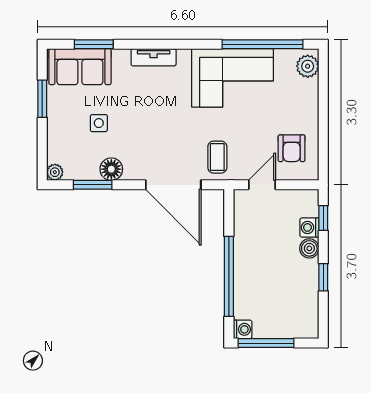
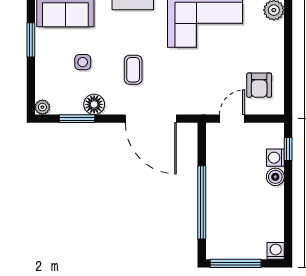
coffee table: (217, 157) -> (133, 70), moved
window: (323, 277) -> (288, 203), removed
washing machine: (243, 329) -> (276, 251), moved, turned -90

